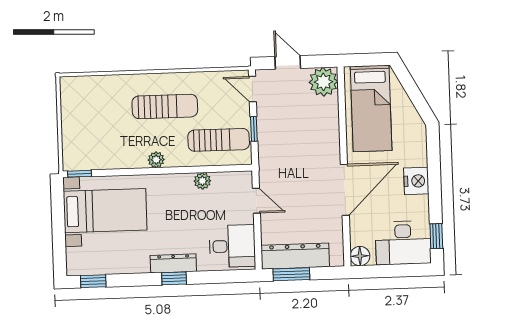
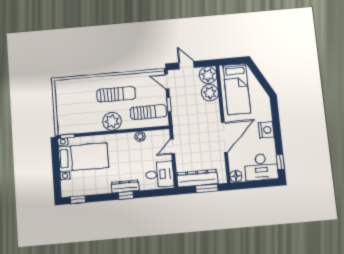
plant: (325, 112) -> (210, 93), added
plant: (156, 160) -> (112, 121), width x1.88, depth x1.88
door: (256, 201) -> (173, 146), swing flipped
window: (291, 274) -> (207, 188), moved

